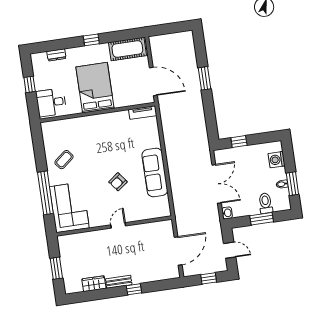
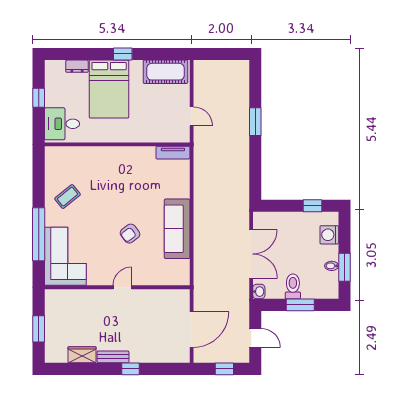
door: (153, 81) -> (192, 116), width x0.53
bed: (95, 88) -> (109, 89), moved, turned 180
window: (239, 142) -> (313, 206), moved
toilet: (265, 203) -> (293, 286), moved

